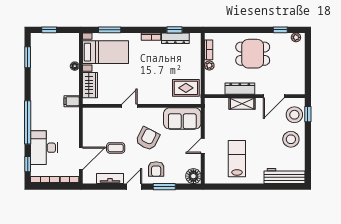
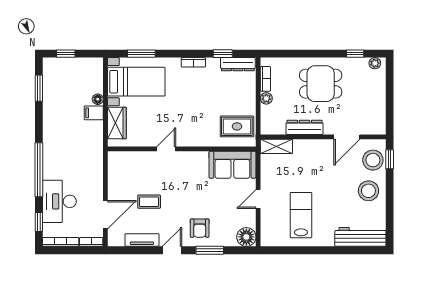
dresser: (175, 38) -> (238, 64), moved
filing cabinet: (72, 101) -> (94, 113), moved
shelving: (242, 104) -> (276, 146), moved
armchair: (148, 139) -> (189, 190), removed

